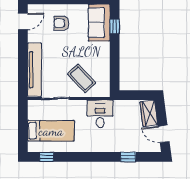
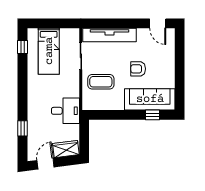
armchair: (61, 23) -> (138, 69), moved, turned -90
sofa: (99, 23) -> (150, 99), width x1.36
coffee table: (82, 78) -> (101, 82), turned 43
desk: (100, 114) -> (65, 111), moved

